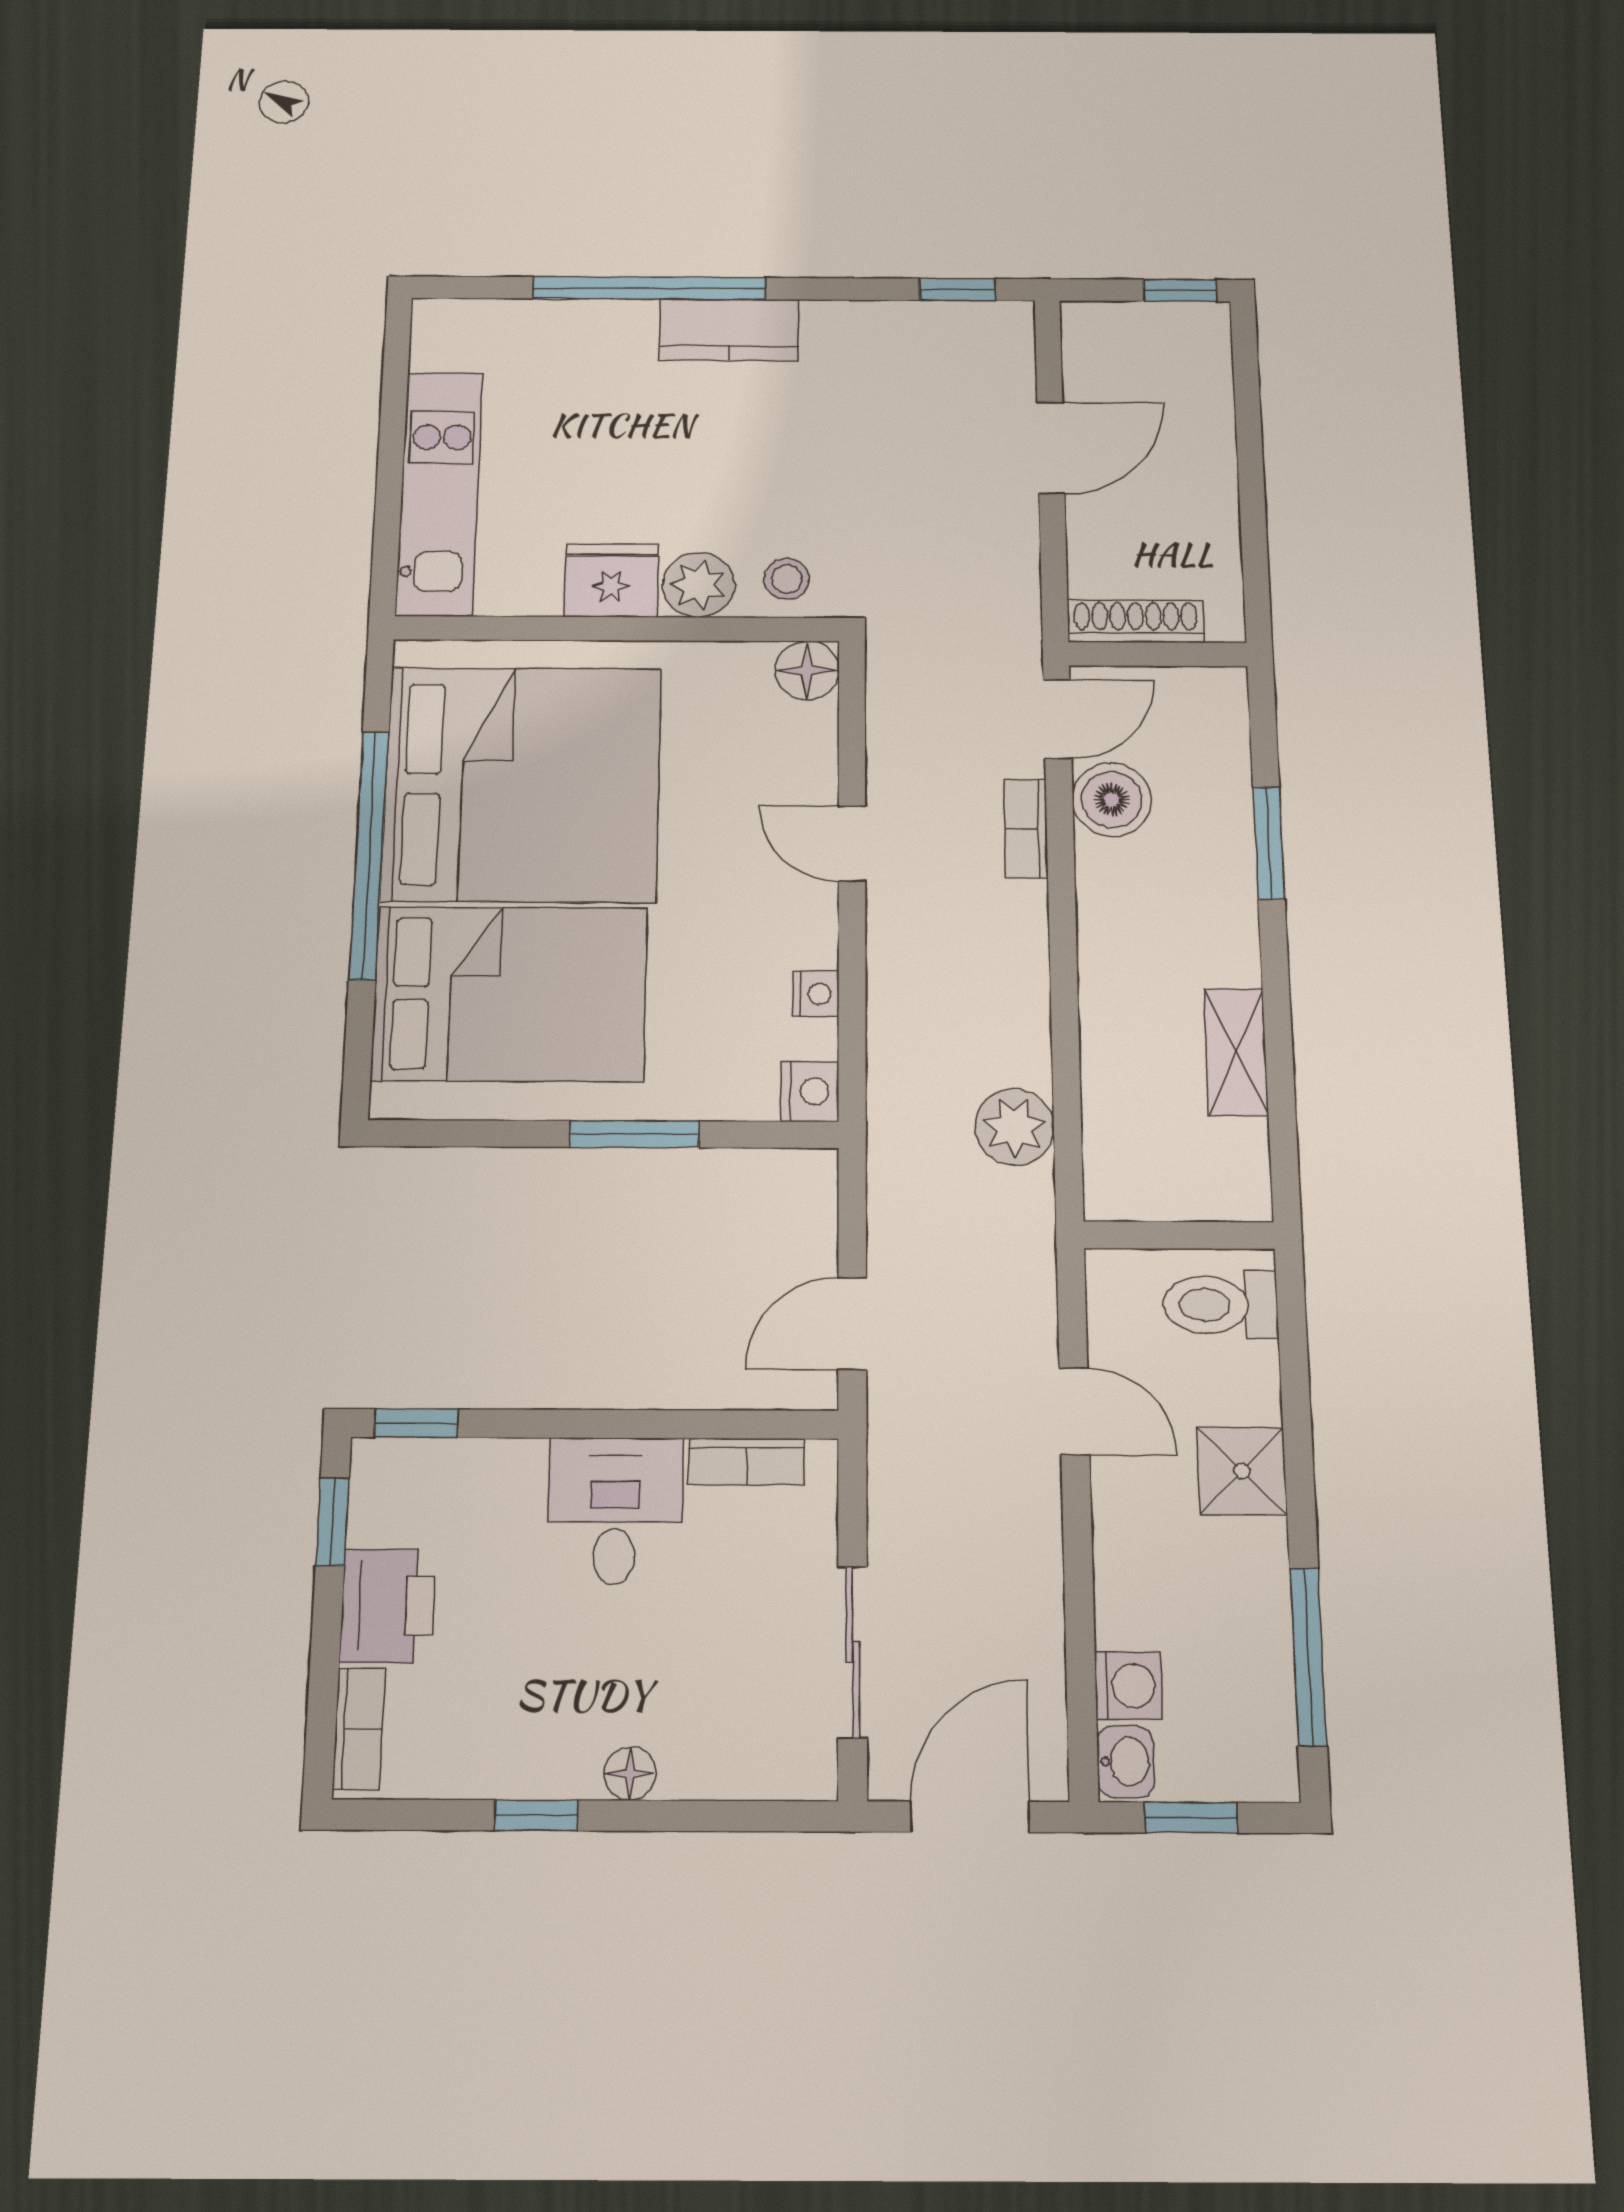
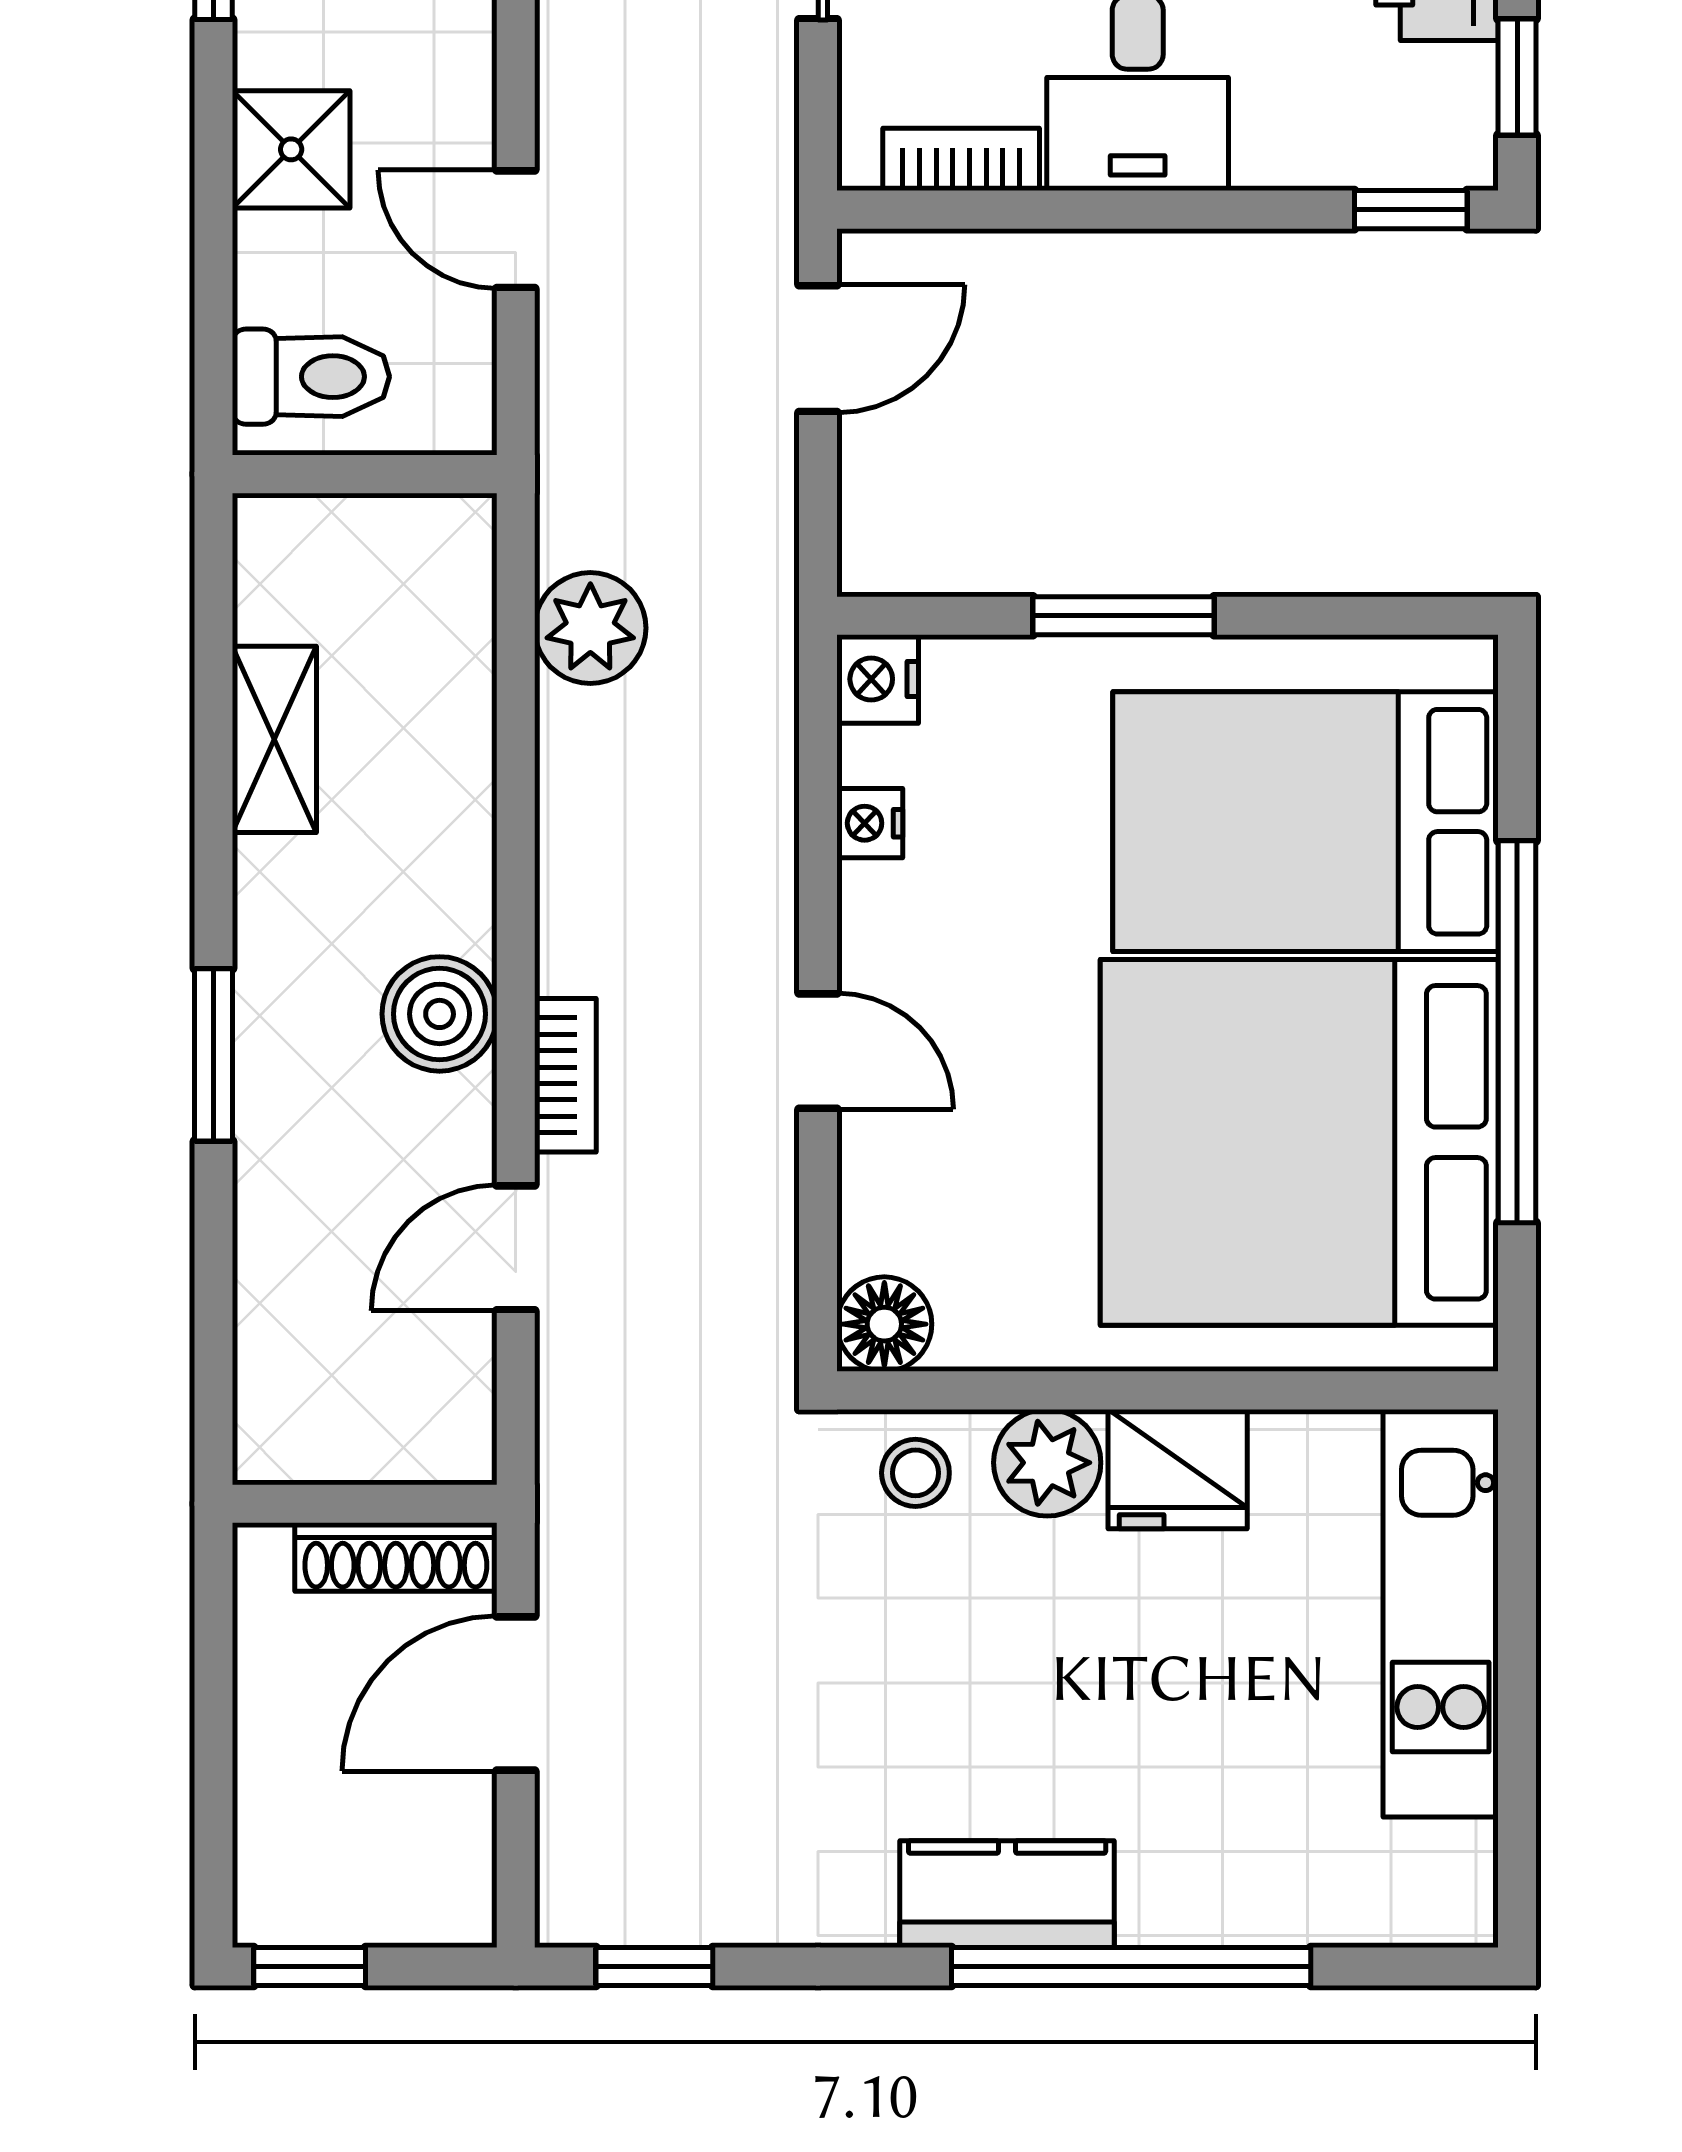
shoe rack: (1136, 621) -> (396, 1557), moved
wall: (1158, 654) -> (365, 1504), moved
boiler: (1112, 800) -> (440, 1014), moved

